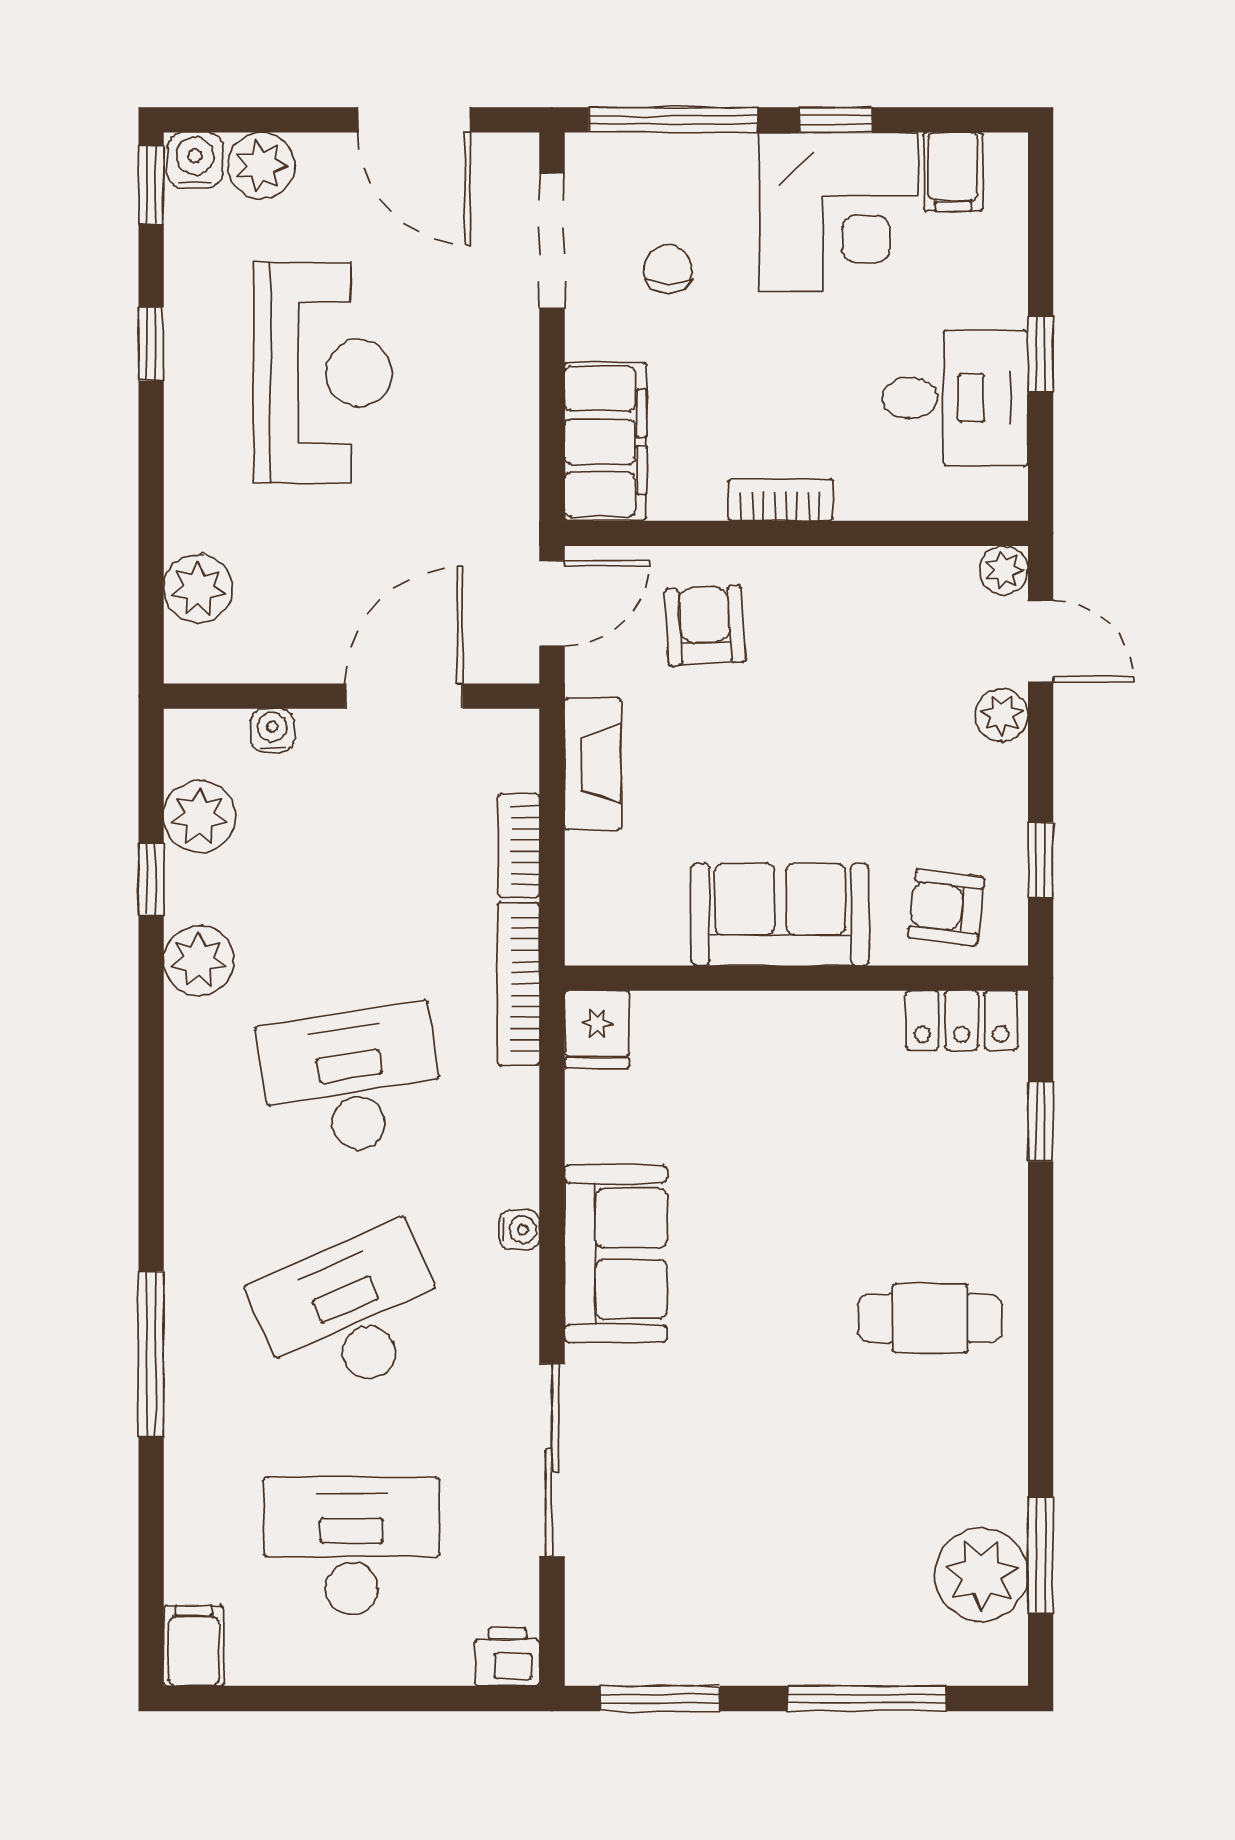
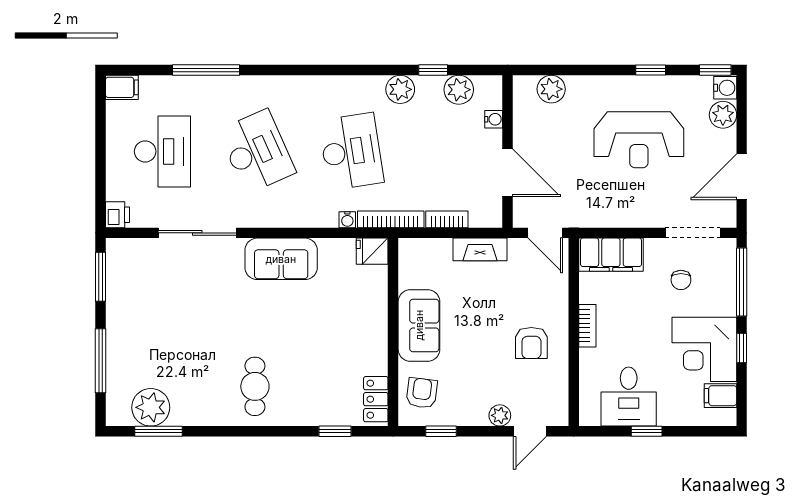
chair: (668, 269) -> (681, 280), turned 90
plant: (1004, 570) -> (559, 416), removed
armchair: (705, 625) -> (531, 343), moved, turned 93
water cooler: (519, 1230) -> (347, 220), moved
window: (151, 1354) -> (206, 70), moved

